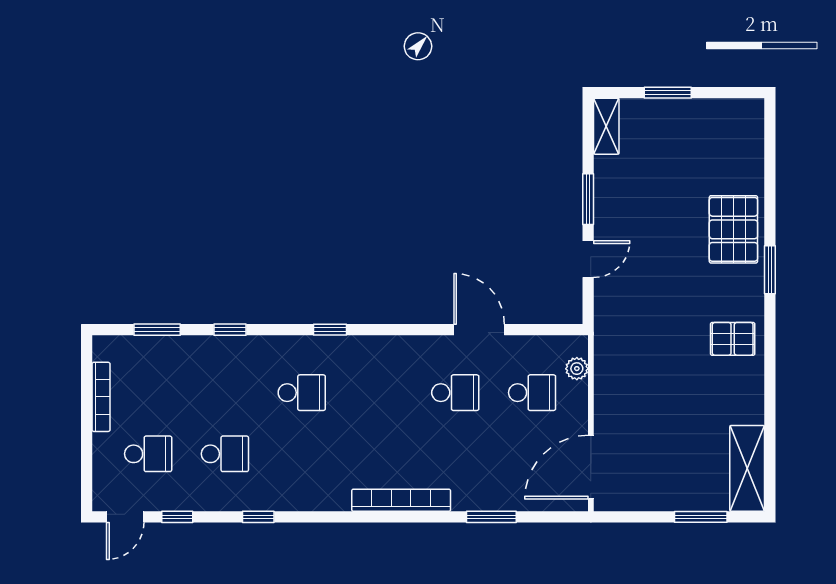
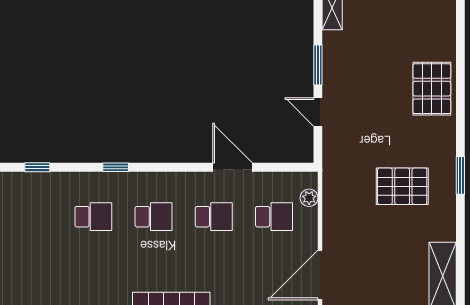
door: (588, 259) -> (318, 112), swing flipped
window: (770, 270) -> (460, 175), moved
pallet: (733, 339) -> (402, 186), moved, width x1.50, depth x1.42
school desk: (225, 454) -> (154, 217), moved

